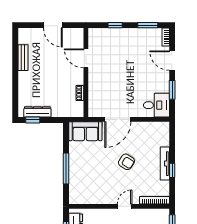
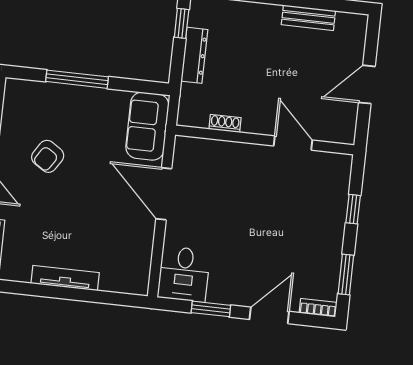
door: (86, 58) -> (293, 143), hinge flipped
dresser: (37, 112) -> (194, 55), moved
armchair: (126, 162) -> (48, 156), moved
window: (172, 170) -> (50, 291), removed

